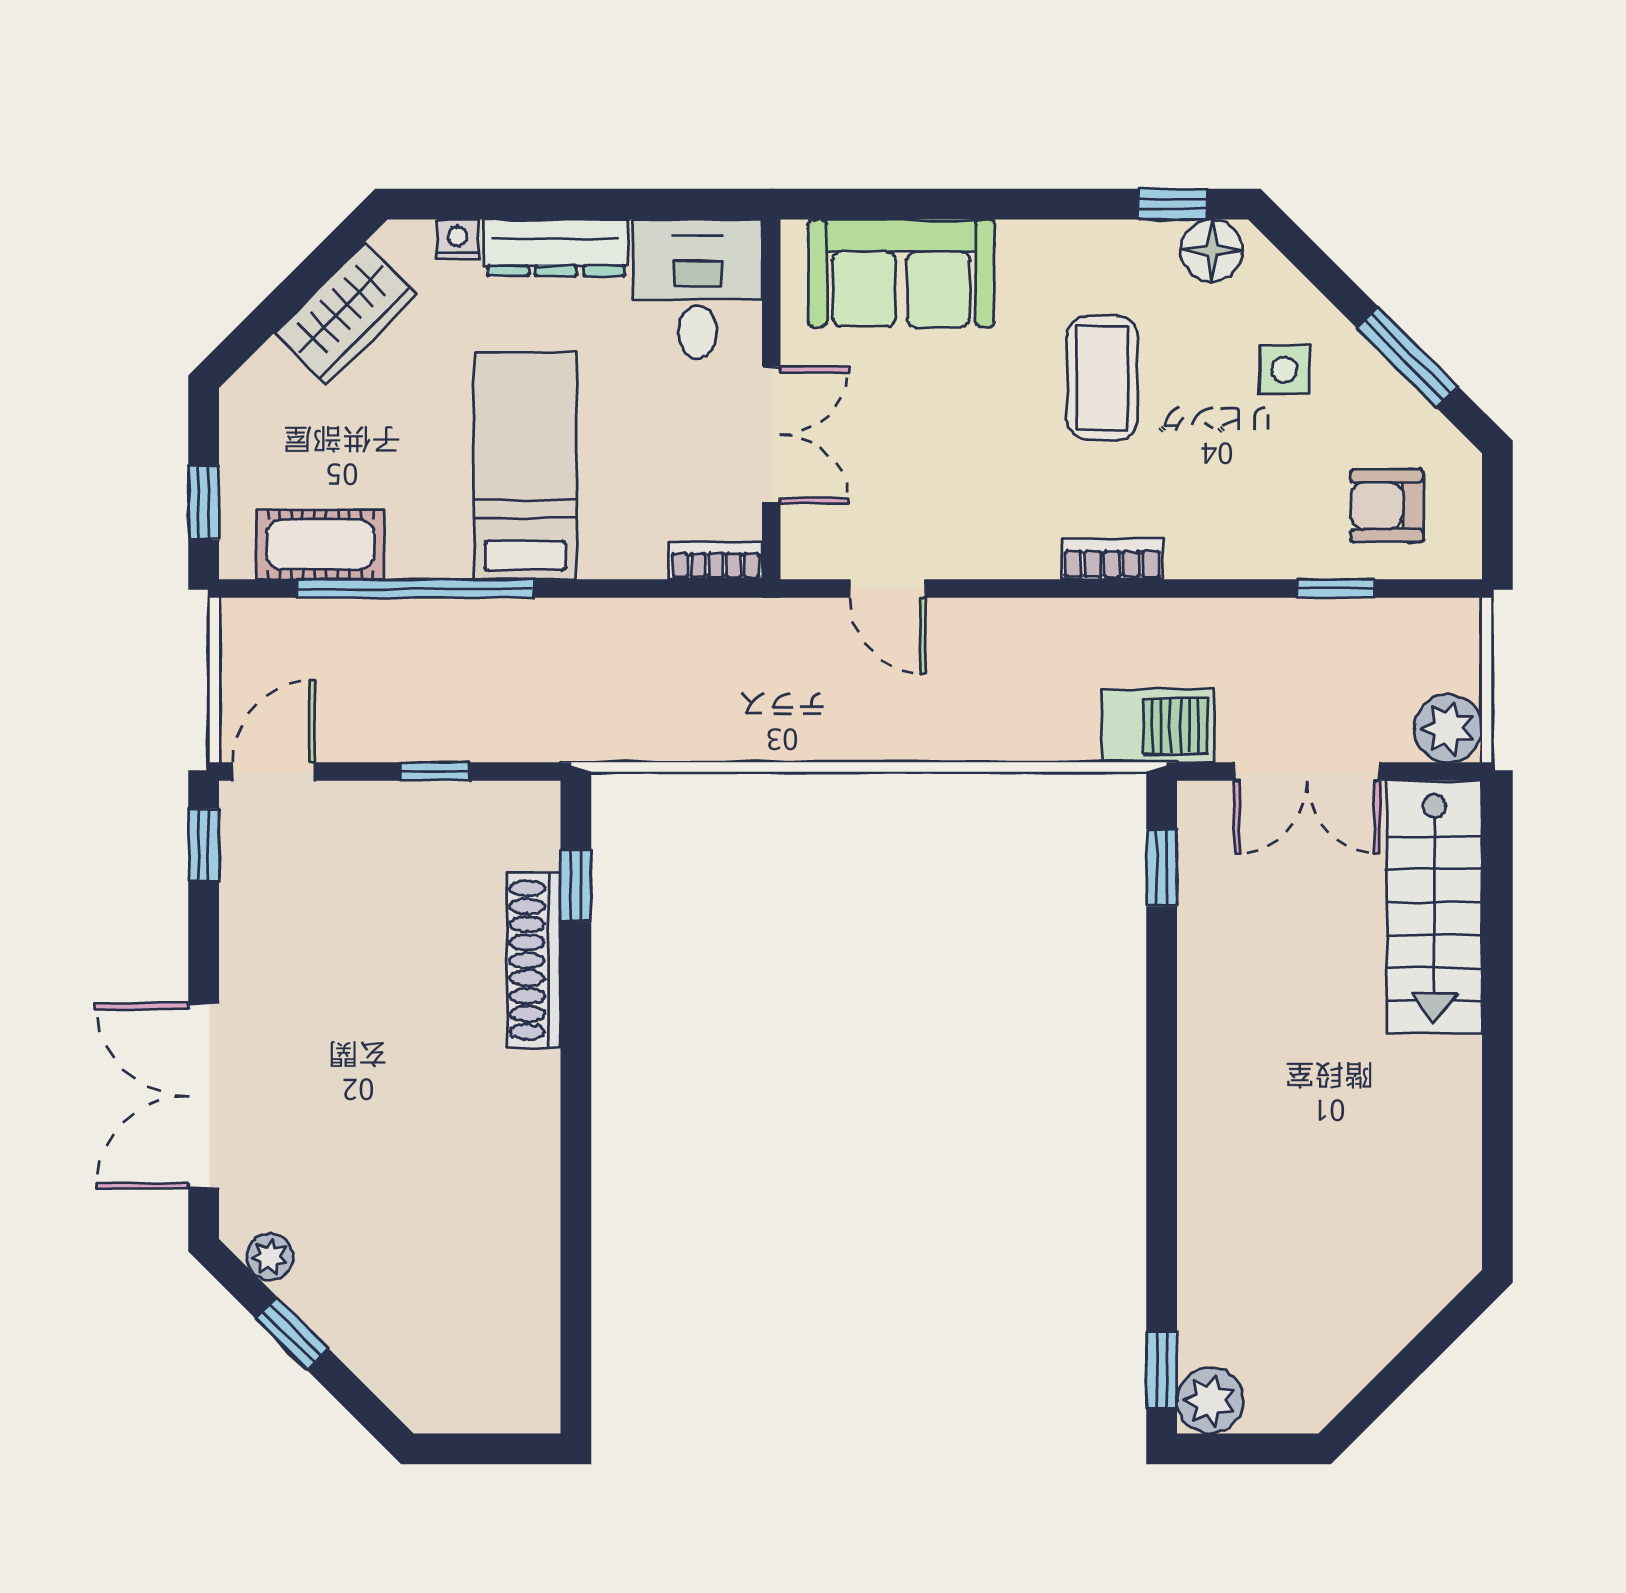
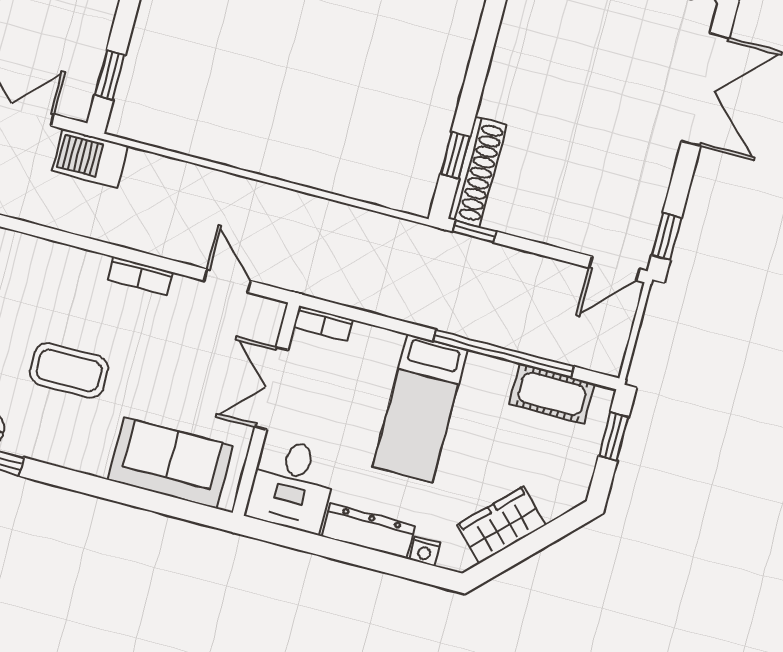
coffee table: (1102, 378) -> (69, 371), turned 90
bookcase: (1112, 559) -> (140, 276), moved
window: (434, 772) -> (475, 231), moved
shoe rack: (534, 960) -> (477, 172), moved

